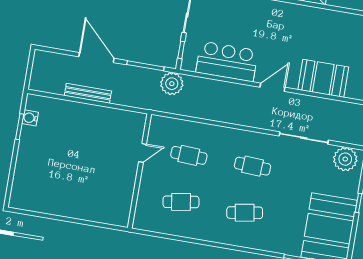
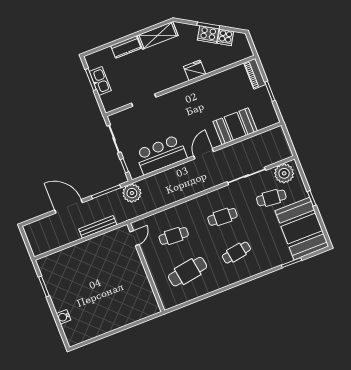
bench: (88, 93) -> (98, 227), moved
water cooler: (30, 118) -> (63, 317), moved
door: (143, 153) -> (134, 238), moved
cafe table: (316, 177) -> (271, 198), added
cafe table: (181, 202) -> (188, 272), width x1.37, depth x1.35

